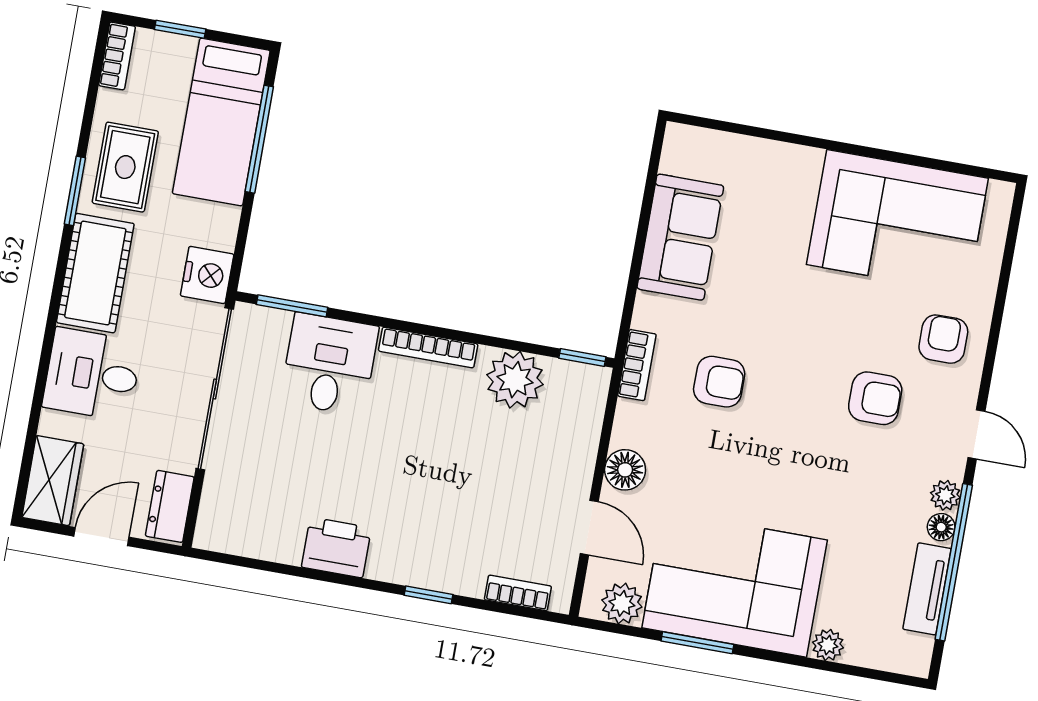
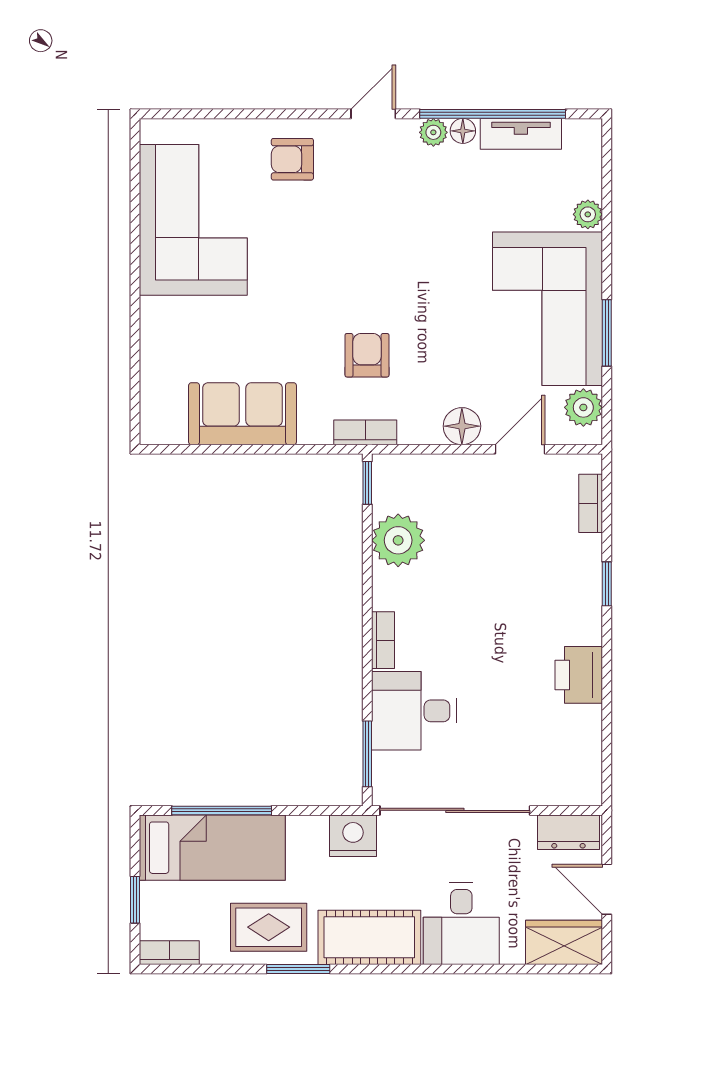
bookcase: (428, 347) -> (383, 640), width x0.64
armchair: (875, 398) -> (357, 211), removed

